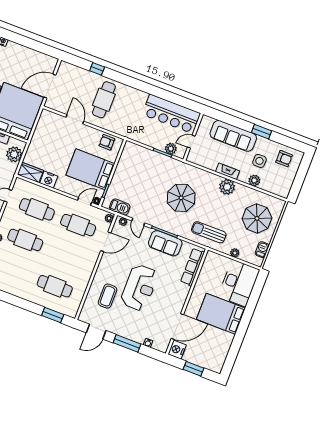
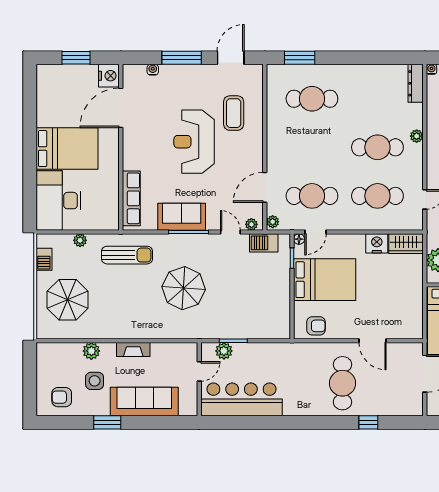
plant: (227, 187) -> (126, 328), removed

